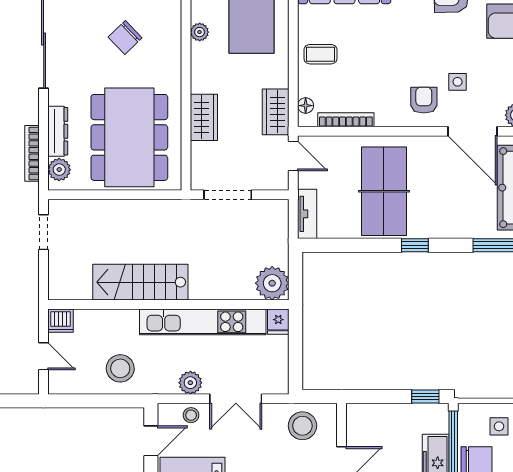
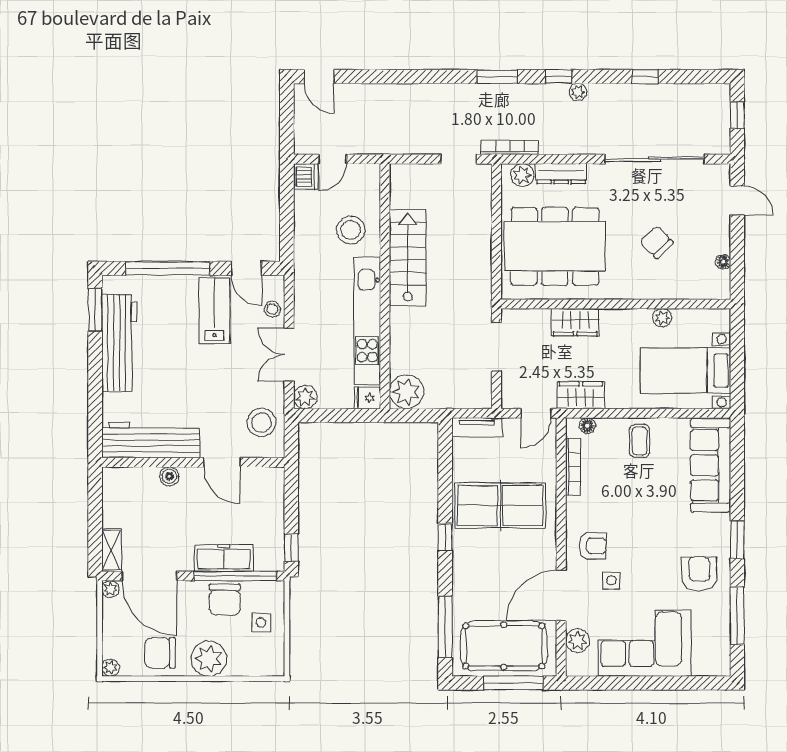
bookcase: (32, 153) -> (510, 147), moved
dishwasher: (61, 321) -> (306, 176), moved, turned 180
stool: (120, 368) -> (351, 230), moved
plant: (190, 383) -> (305, 397), moved

